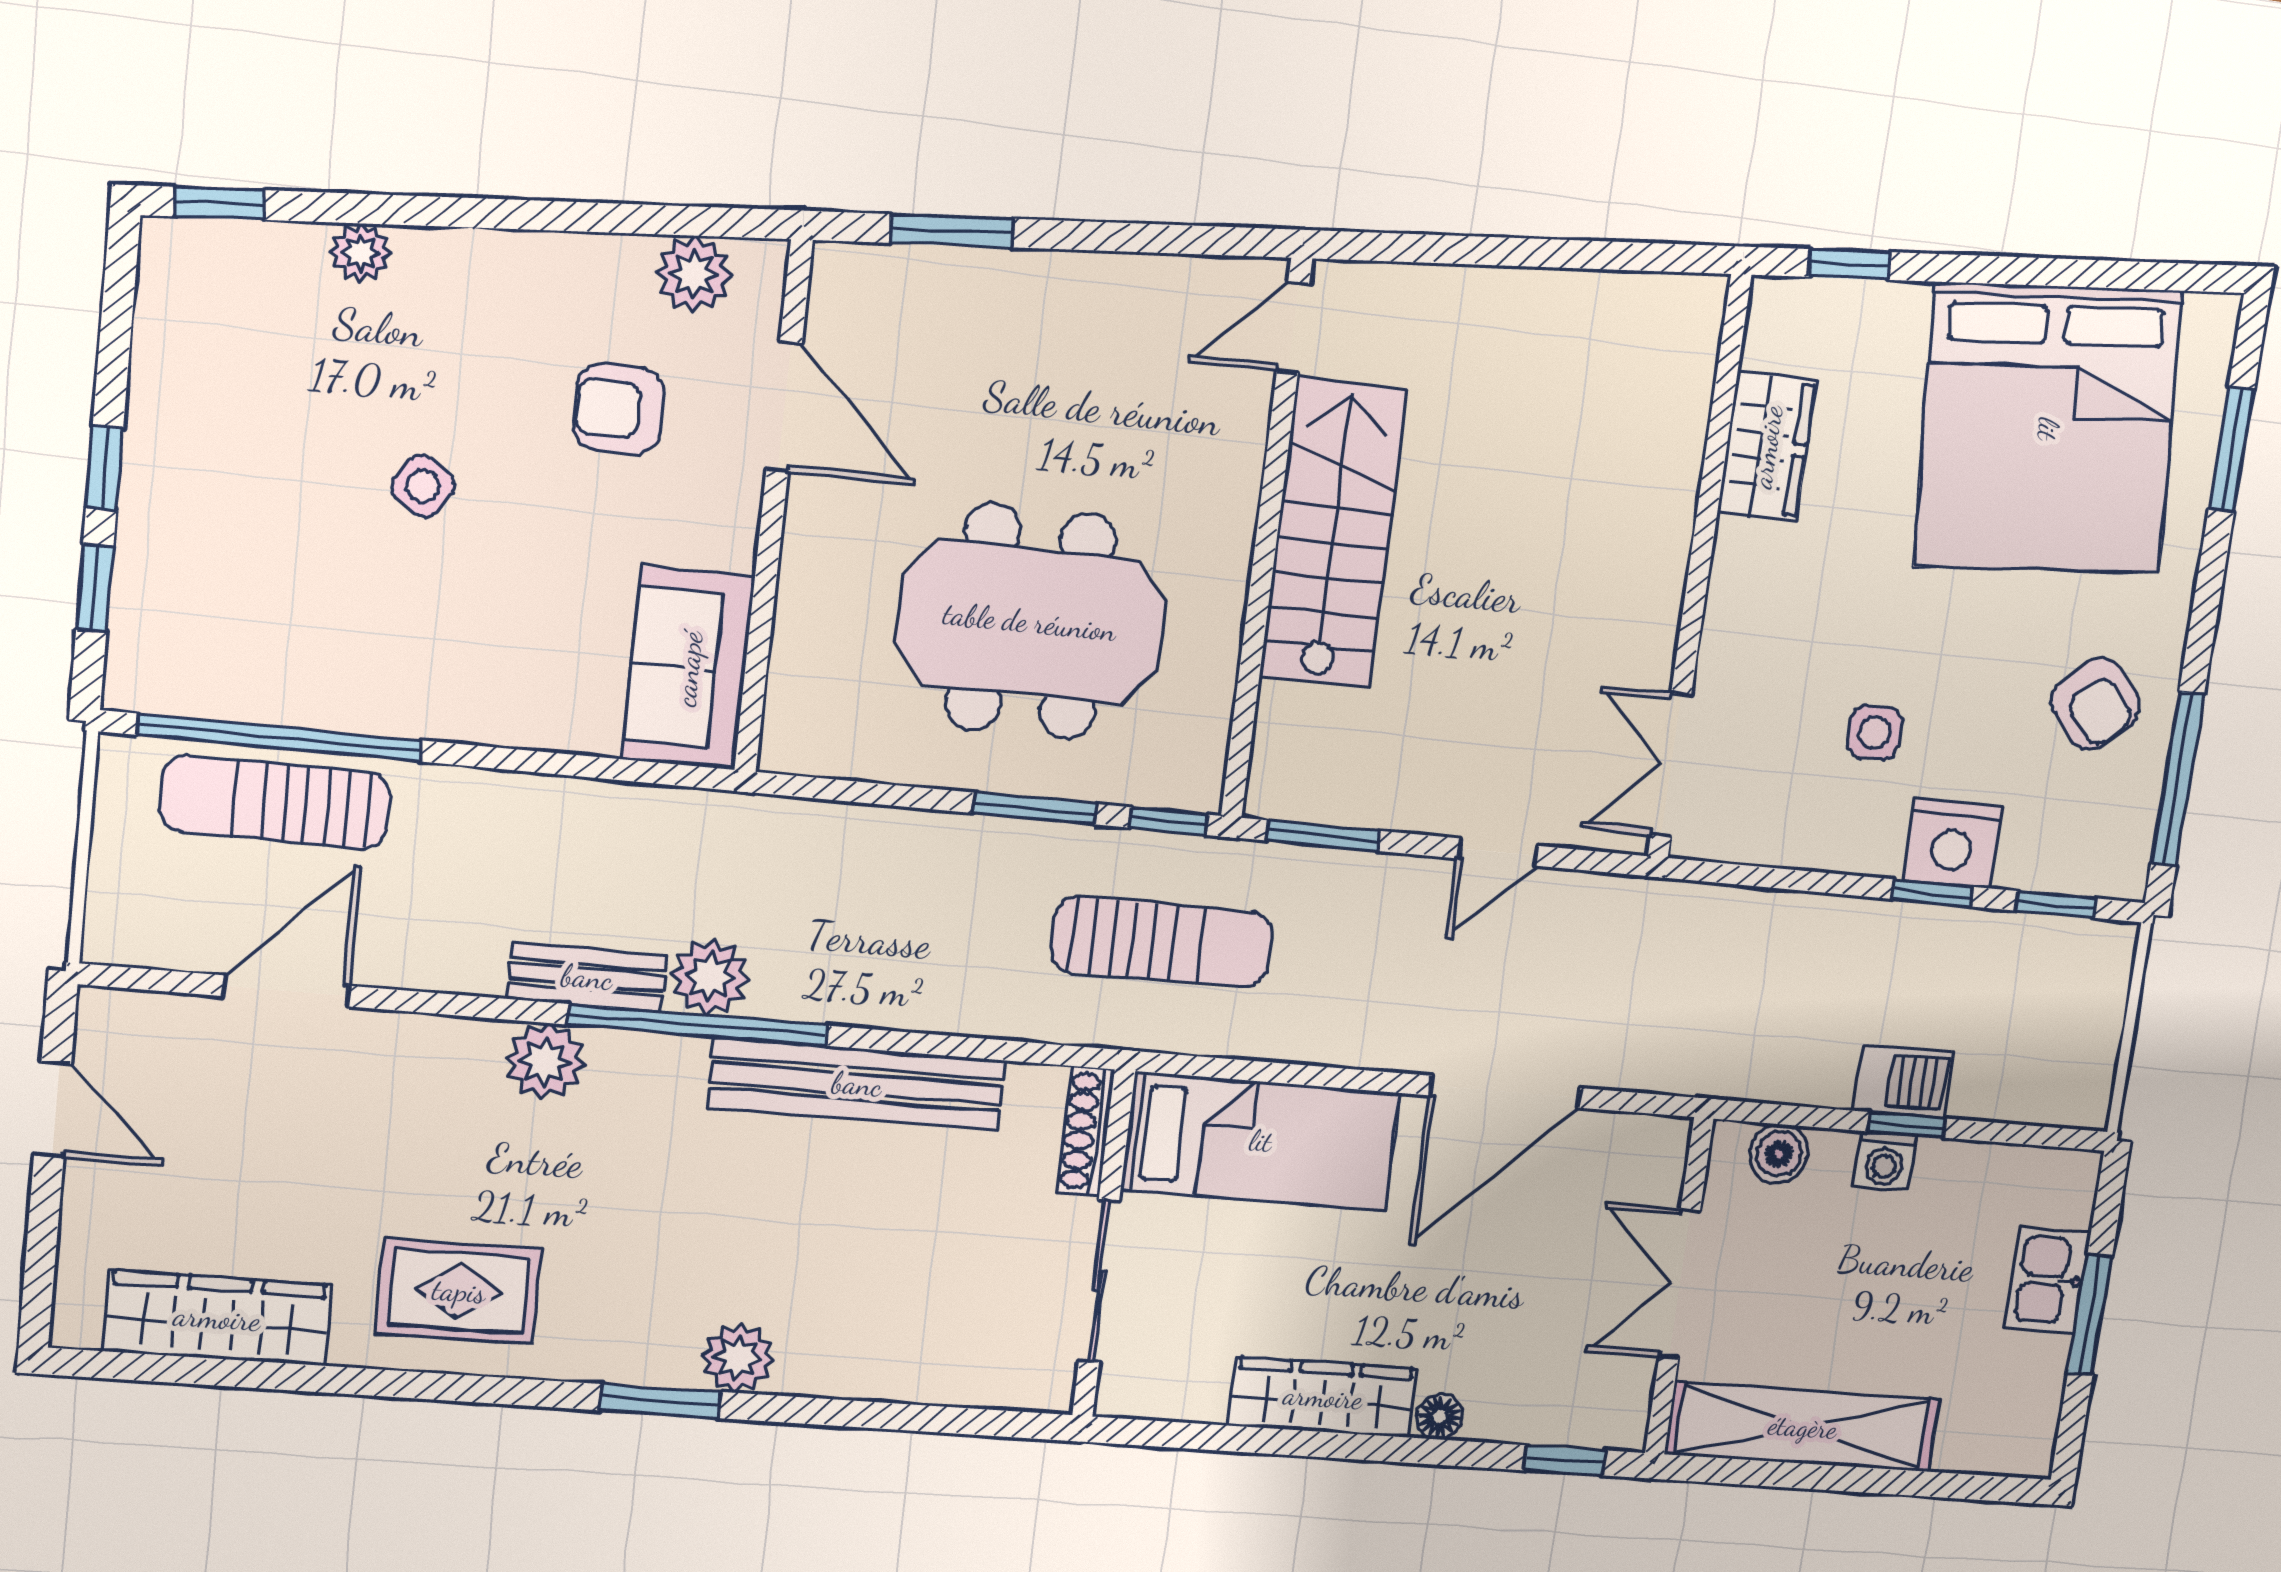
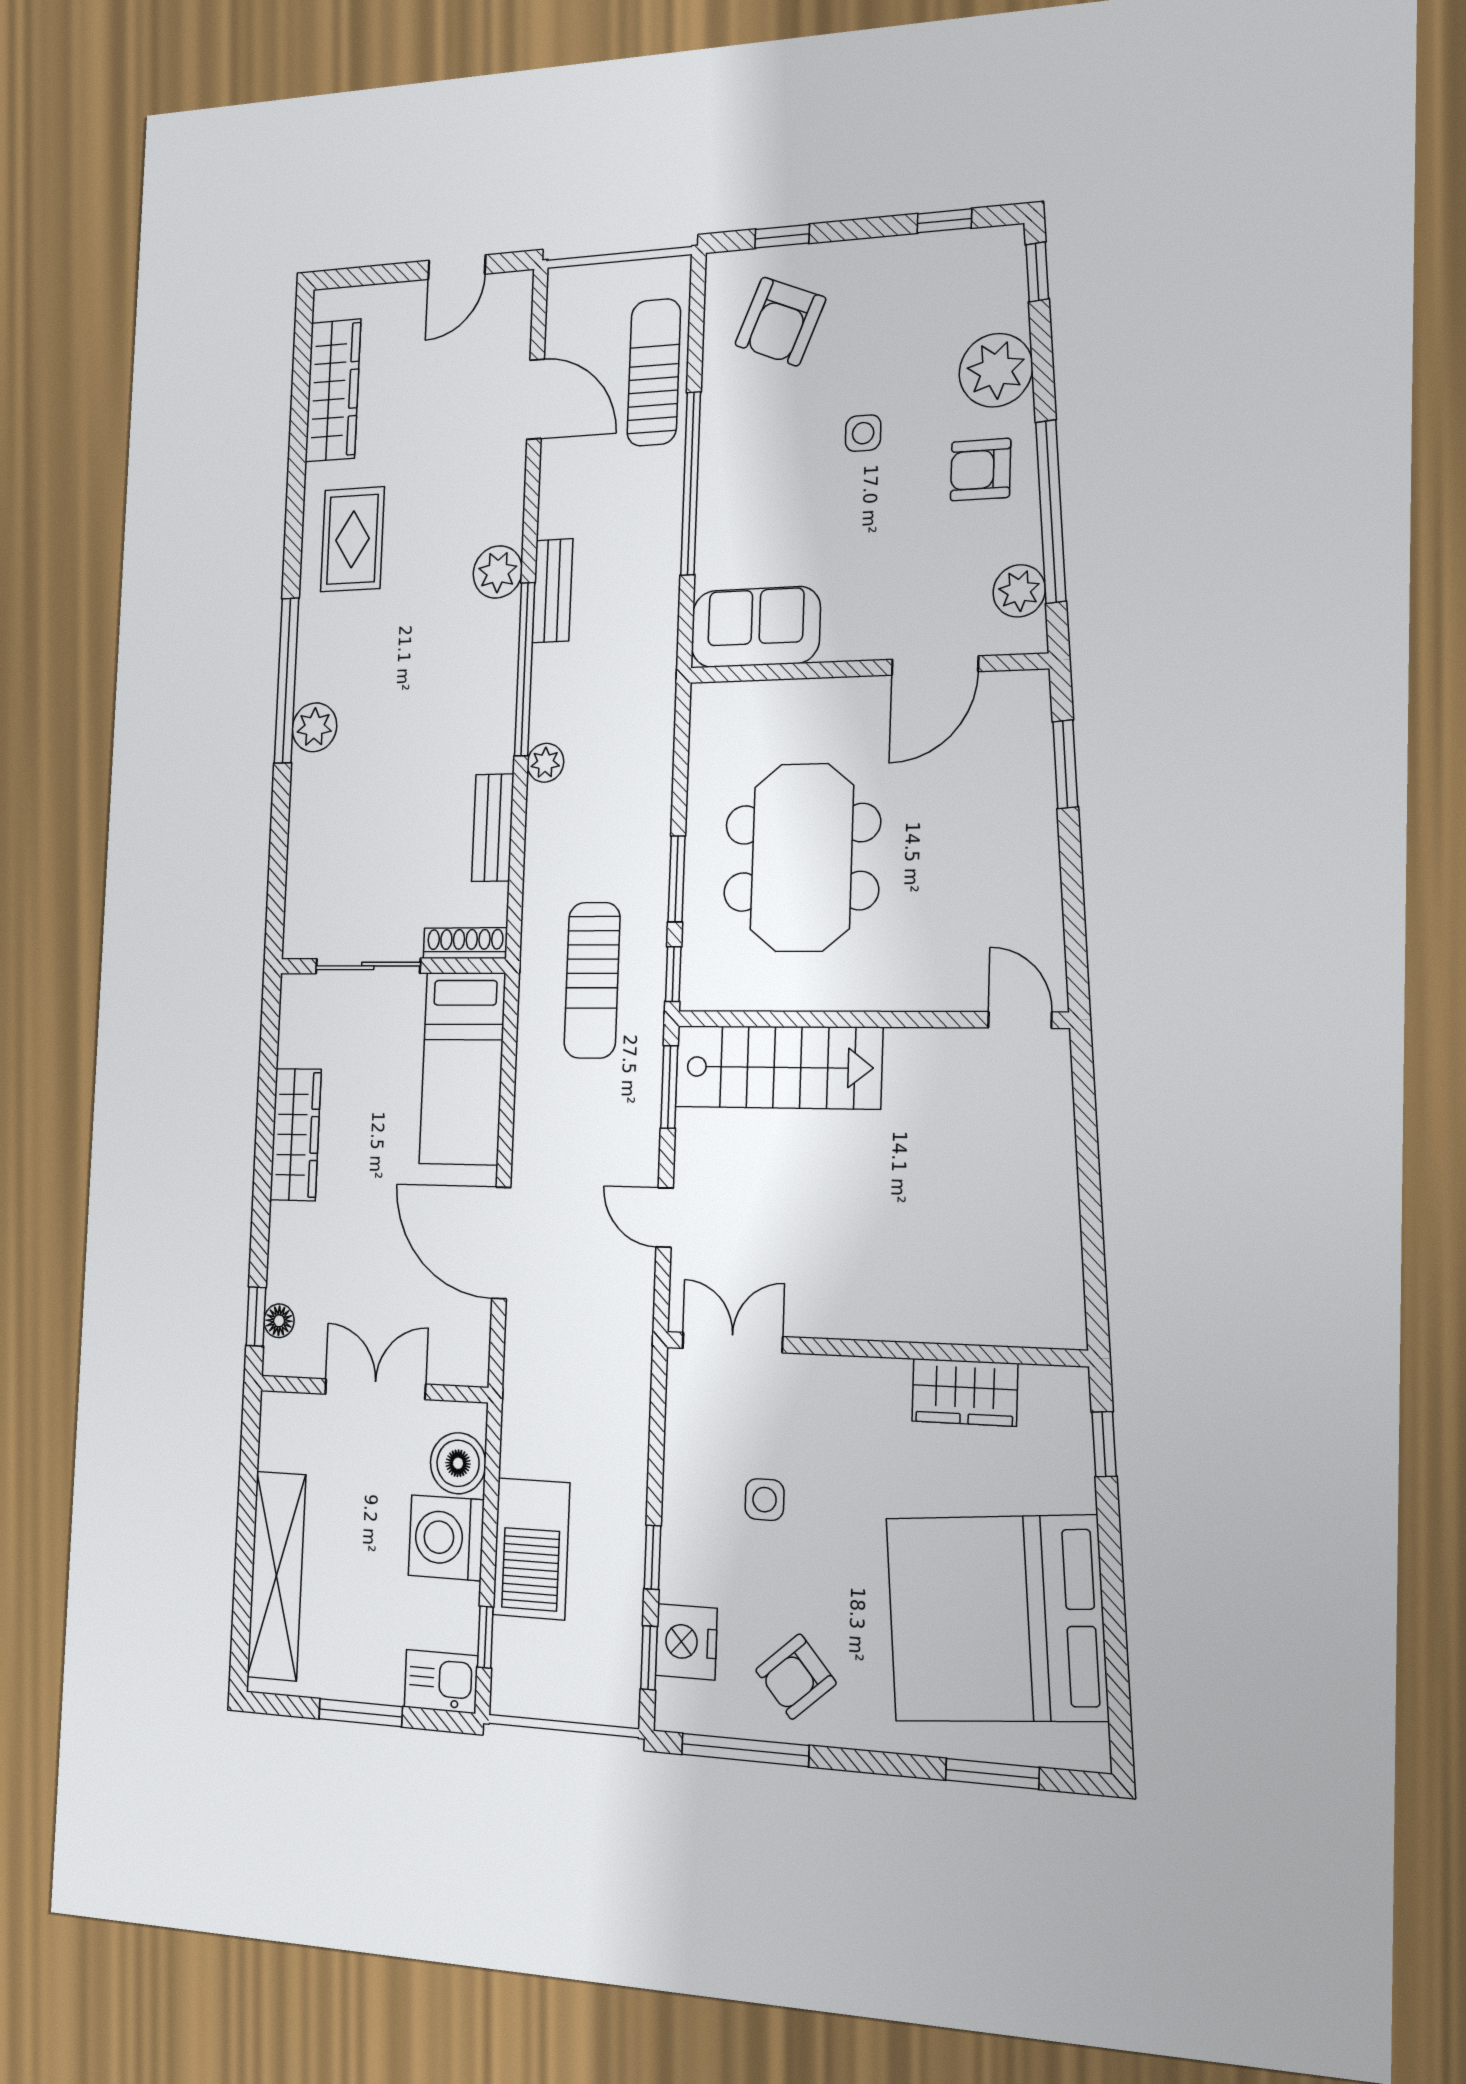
window: (585, 217) -> (1051, 511), added
plant: (360, 253) -> (996, 370), width x1.87, depth x1.87
armchair: (619, 410) -> (981, 470), moved, turned -90
window: (105, 468) -> (944, 221), moved
side table: (423, 486) -> (863, 433), turned -33
stairs: (1333, 533) -> (778, 1067), moved
armchair: (229, 600) -> (780, 322), added
window: (280, 738) -> (691, 483), moved
nightstand: (1952, 843) -> (686, 1642), moved
plant: (710, 977) -> (545, 763), moved, width x0.73, depth x0.73
barbecue: (1903, 1081) -> (531, 1549), width x1.88, depth x1.53
bench: (857, 1084) -> (493, 828), width x0.54, depth x0.82
window: (1907, 1125) -> (485, 1637), moved
boiler: (1779, 1154) -> (458, 1463), width x1.36, depth x1.36
washing machine: (1885, 1161) -> (446, 1538), width x1.89, depth x1.89
kitchen sink: (2047, 1280) -> (441, 1681), moved
window: (660, 1401) -> (287, 680), width x2.11
floor lamp: (1440, 1417) -> (279, 1321), moved
shelving: (1803, 1427) -> (277, 1576), moved

